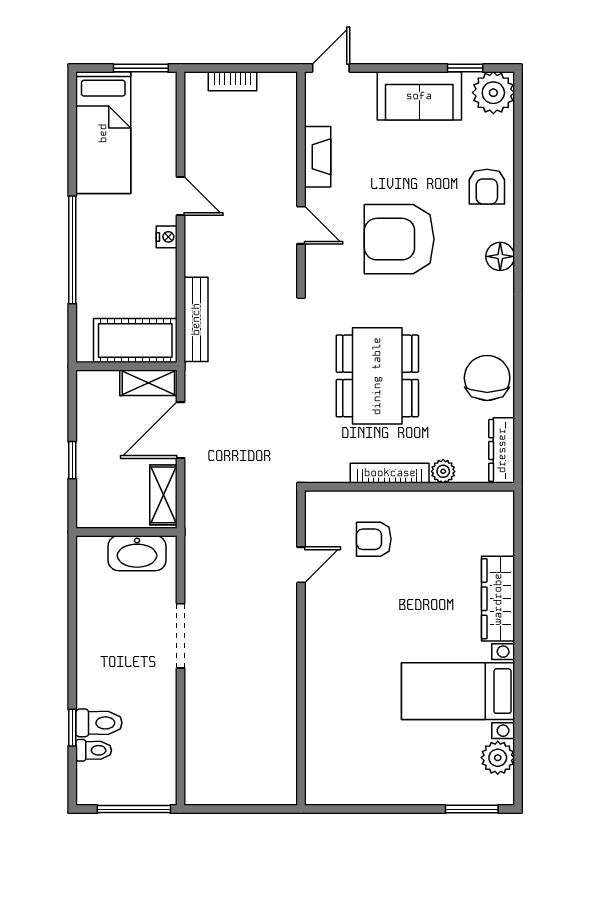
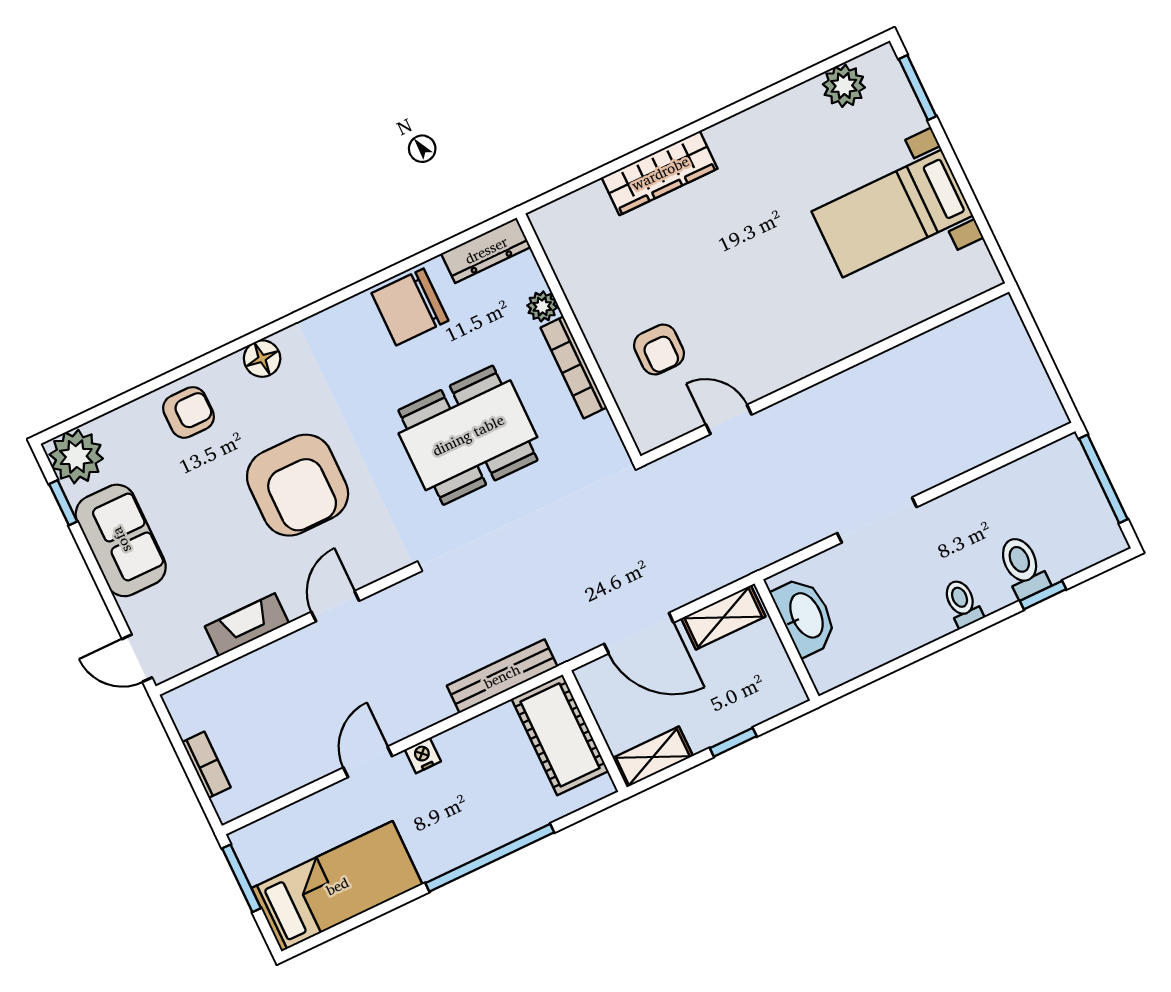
shelving: (148, 383) -> (653, 757), moved, turned 90
bed with nightstands: (458, 691) -> (892, 213), moved, turned 90
toilet: (94, 750) -> (962, 603), moved

